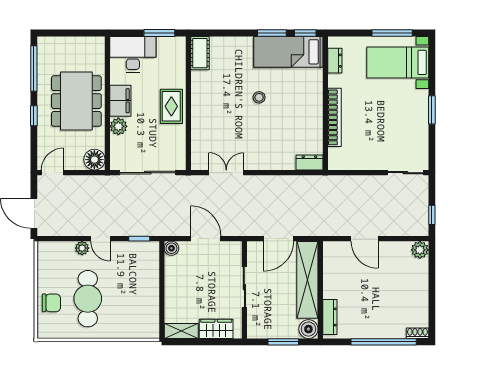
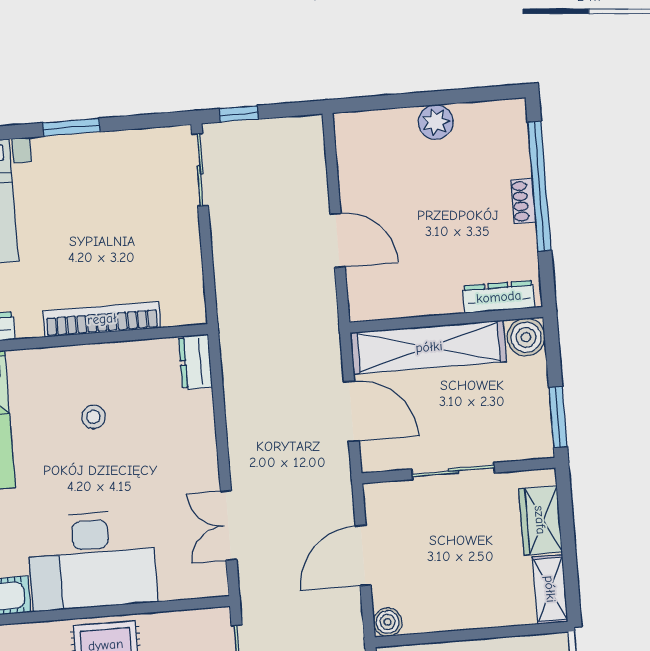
stool: (259, 97) -> (94, 417), moved
desk: (214, 103) -> (92, 560), added
window: (432, 215) -> (239, 114), moved
door: (365, 239) -> (338, 240), hinge flipped
plant: (420, 250) -> (436, 122), moved
shoe rack: (418, 333) -> (523, 201), moved
window: (283, 342) -> (558, 417), moved

